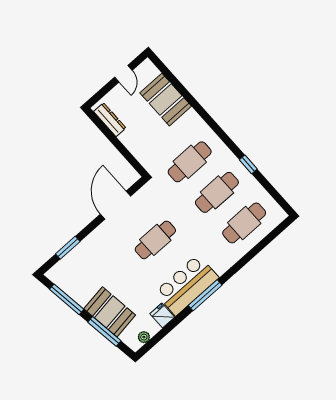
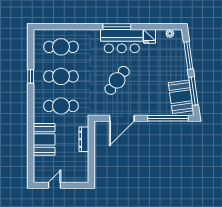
booth: (166, 100) -> (44, 139), moved
dresser: (110, 120) -> (84, 139), moved
cafe table: (155, 240) -> (117, 80), turned -53
window: (68, 248) -> (168, 118), width x2.11
booth: (110, 312) -> (181, 97), moved

